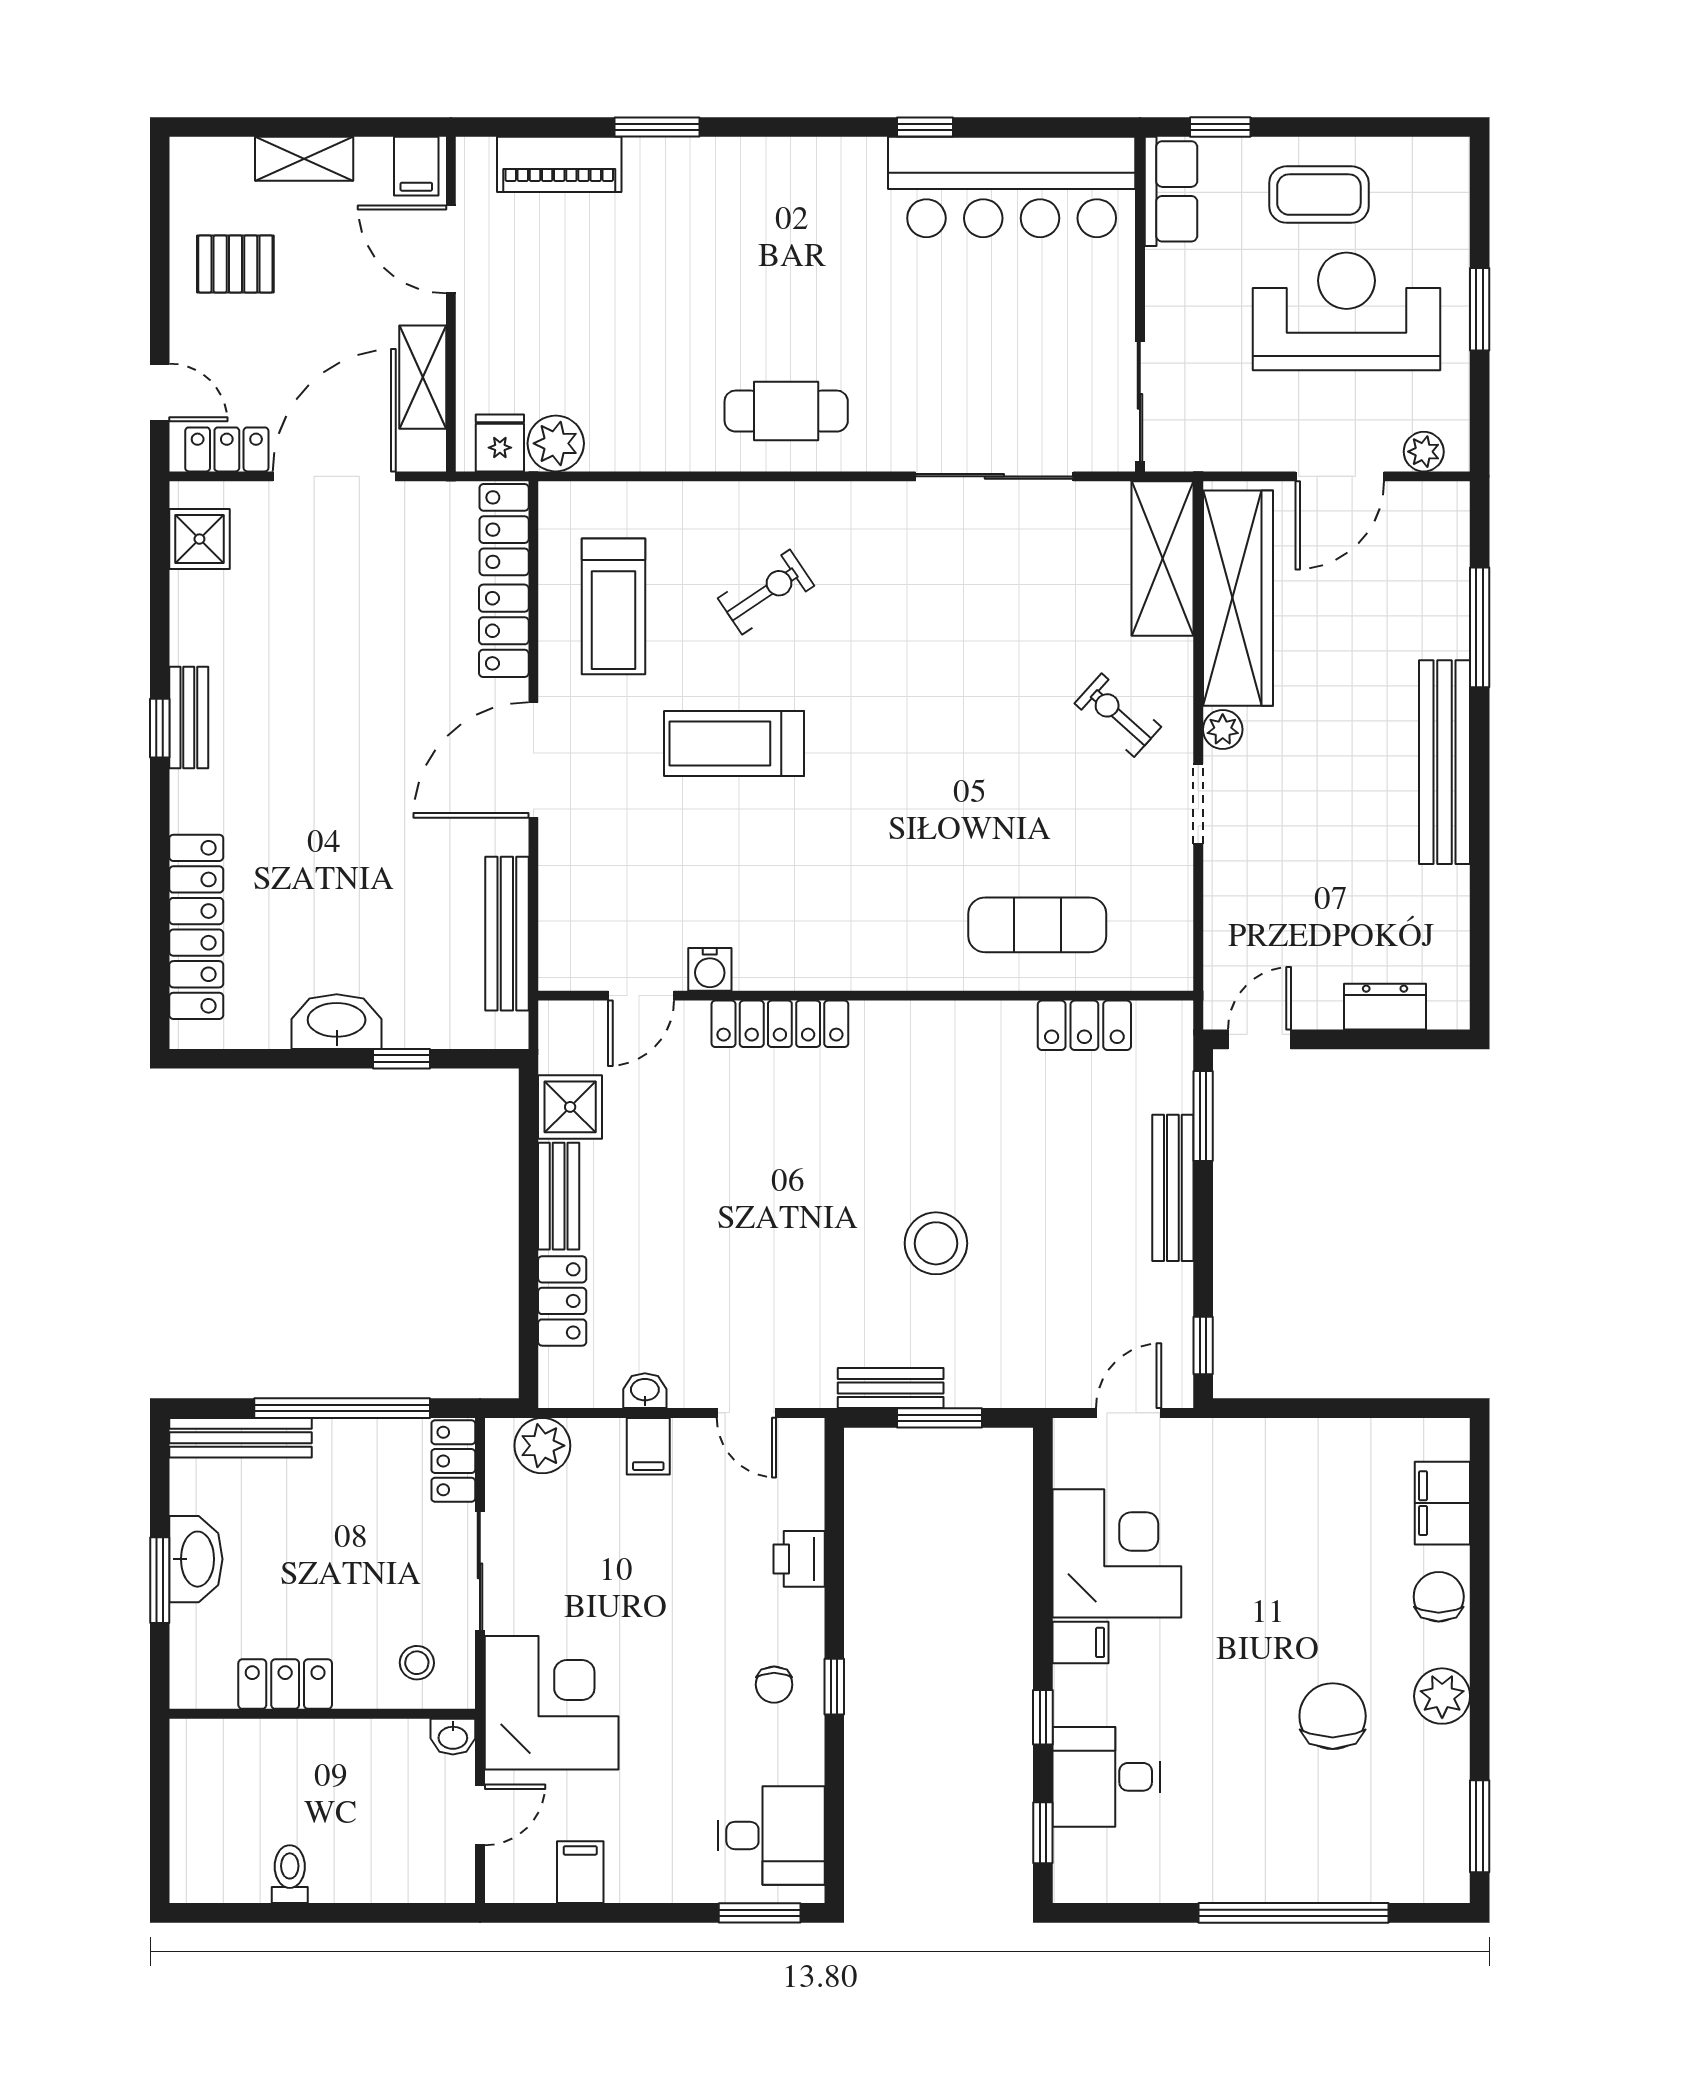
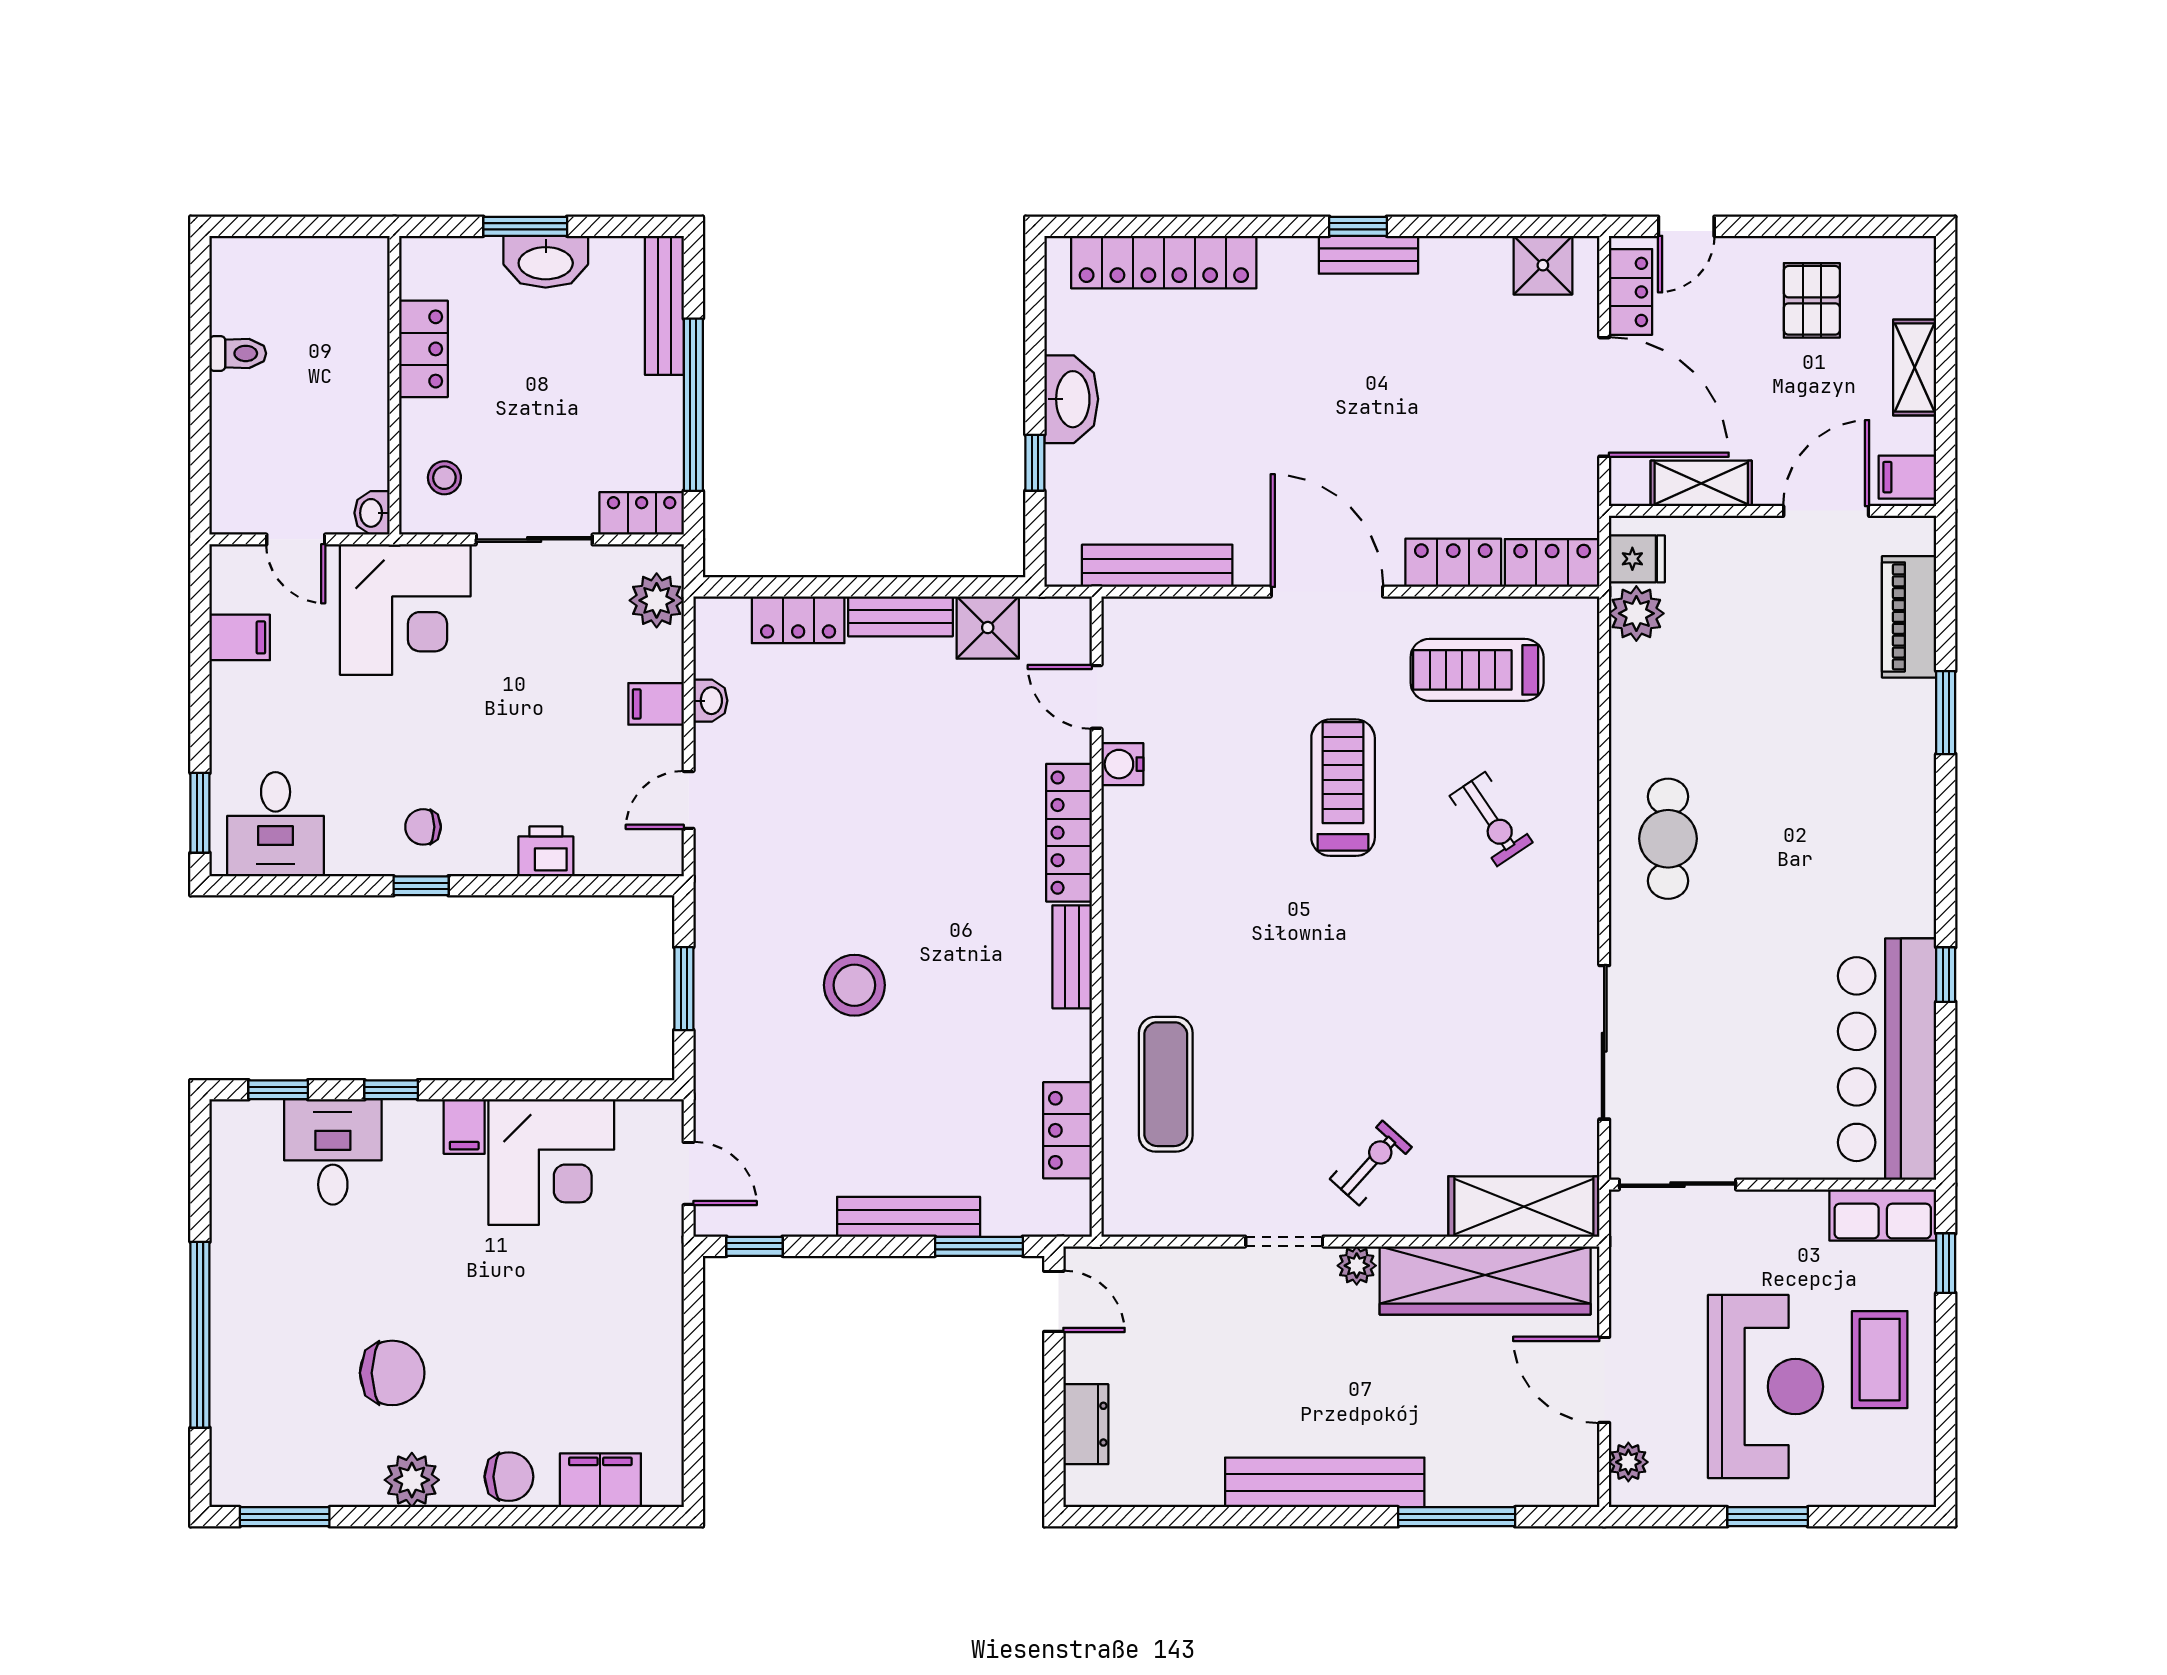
bench: (891, 1388) -> (1072, 957), moved

